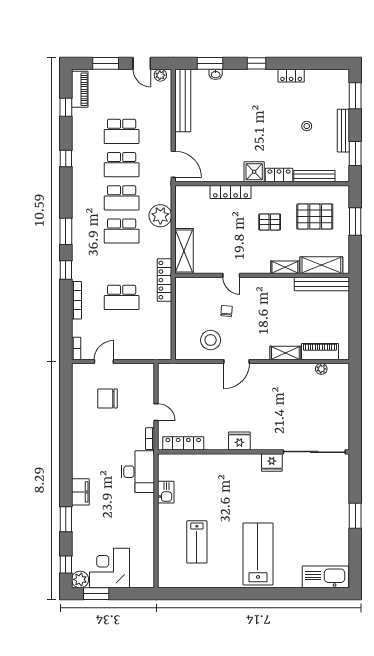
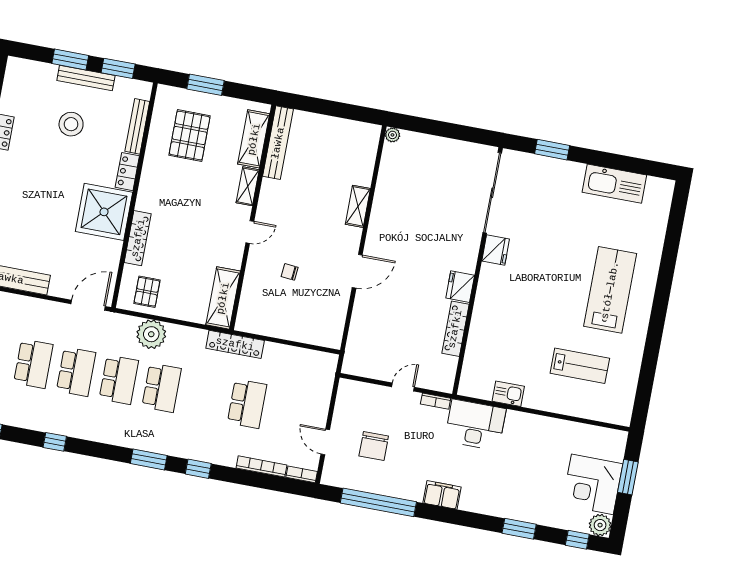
window: (355, 96) -> (70, 59), moved
stool: (307, 126) -> (71, 124), width x1.89, depth x1.89
shower: (254, 172) -> (104, 212), width x1.86, depth x1.86
pallet: (270, 222) -> (147, 292), moved
shelving: (184, 251) -> (223, 298), moved, turned 90
door: (231, 275) -> (250, 232), moved
bookcase: (76, 300) -> (261, 466), moved
stool: (211, 340) -> (323, 299), removed
piano: (320, 352) -> (365, 161), removed
door: (237, 361) -> (357, 271), hinge flipped
plant: (321, 369) -> (392, 135), moved
window: (66, 410) -> (378, 502), added
locker: (183, 443) -> (455, 329), moved
filing cabinet: (80, 492) -> (442, 495), moved
window: (355, 516) -> (552, 150), moved
lab bench: (258, 554) -> (610, 290), turned 90
kitchen sink: (325, 577) -> (614, 184), moved, turned -90
window: (96, 594) -> (628, 477), moved

